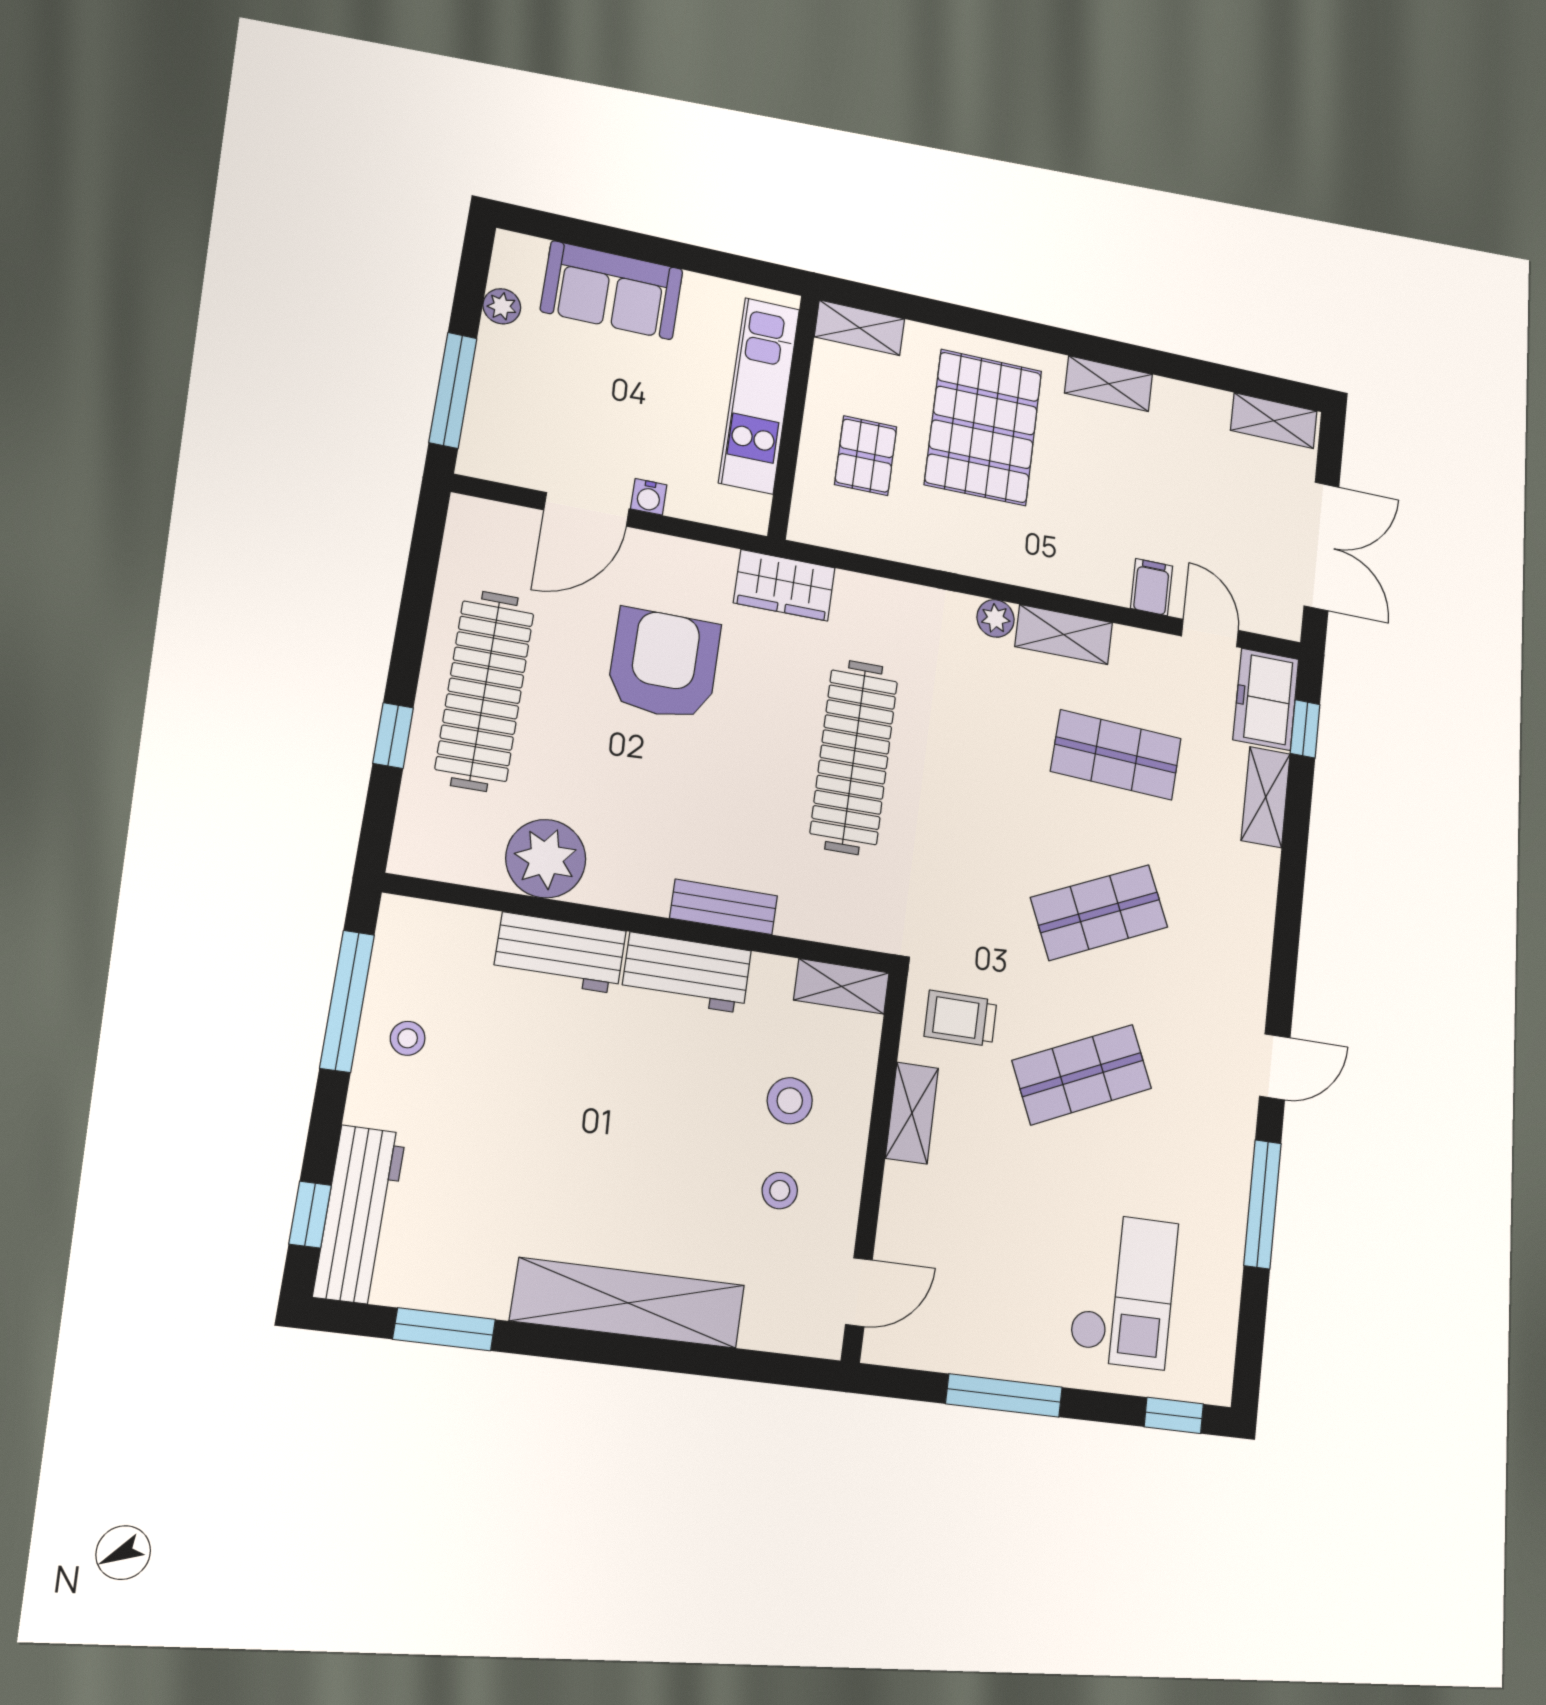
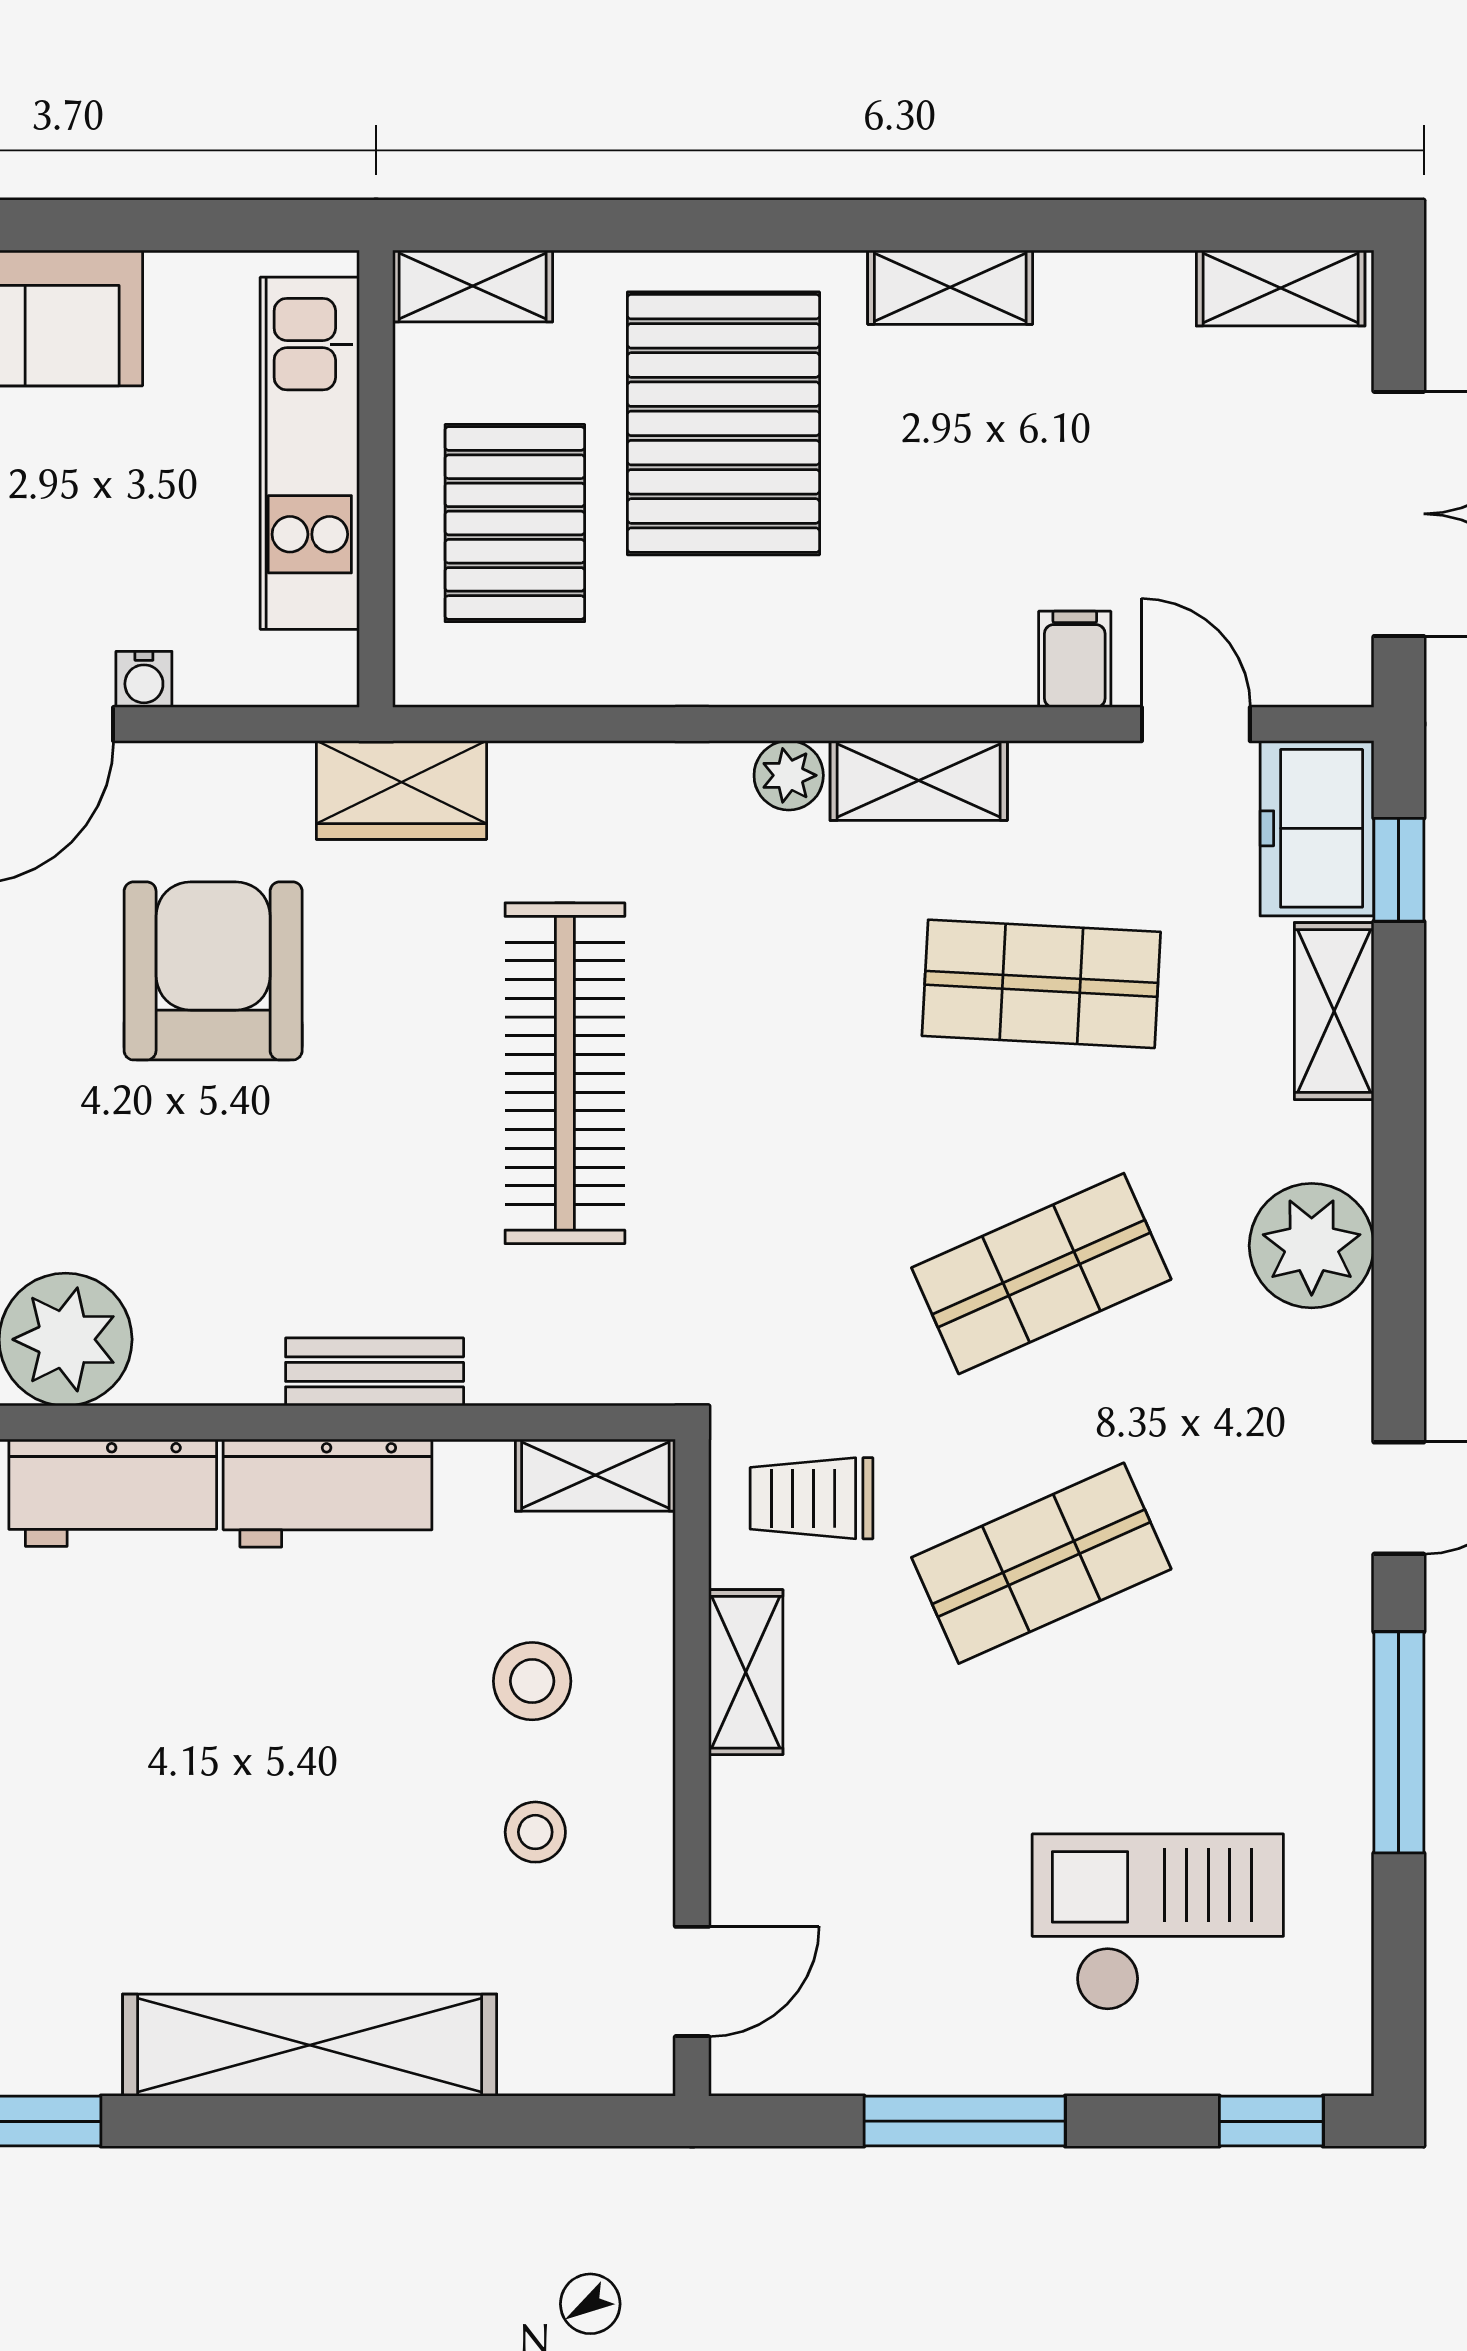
pallet: (866, 456) -> (515, 523), width x1.50, depth x1.42
plant: (1242, 921) -> (1312, 1246), added
checkout: (1124, 1290) -> (1158, 1922), turned -90

